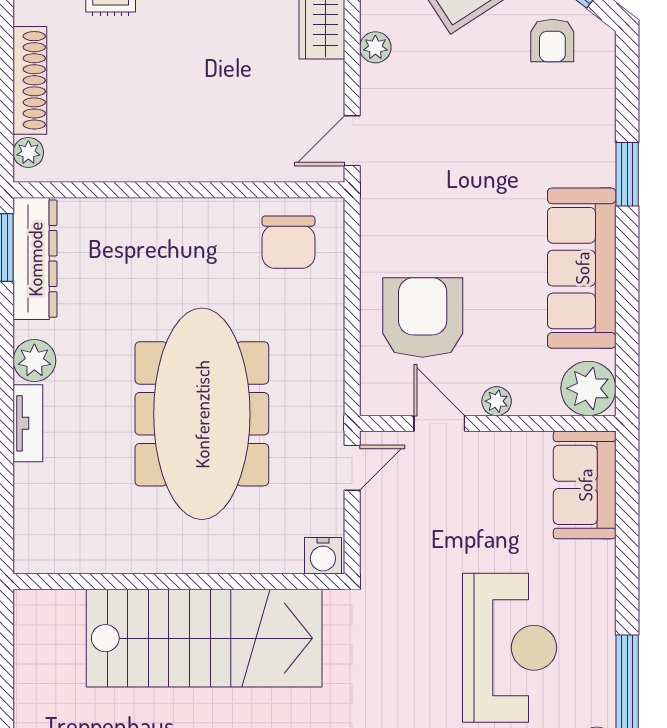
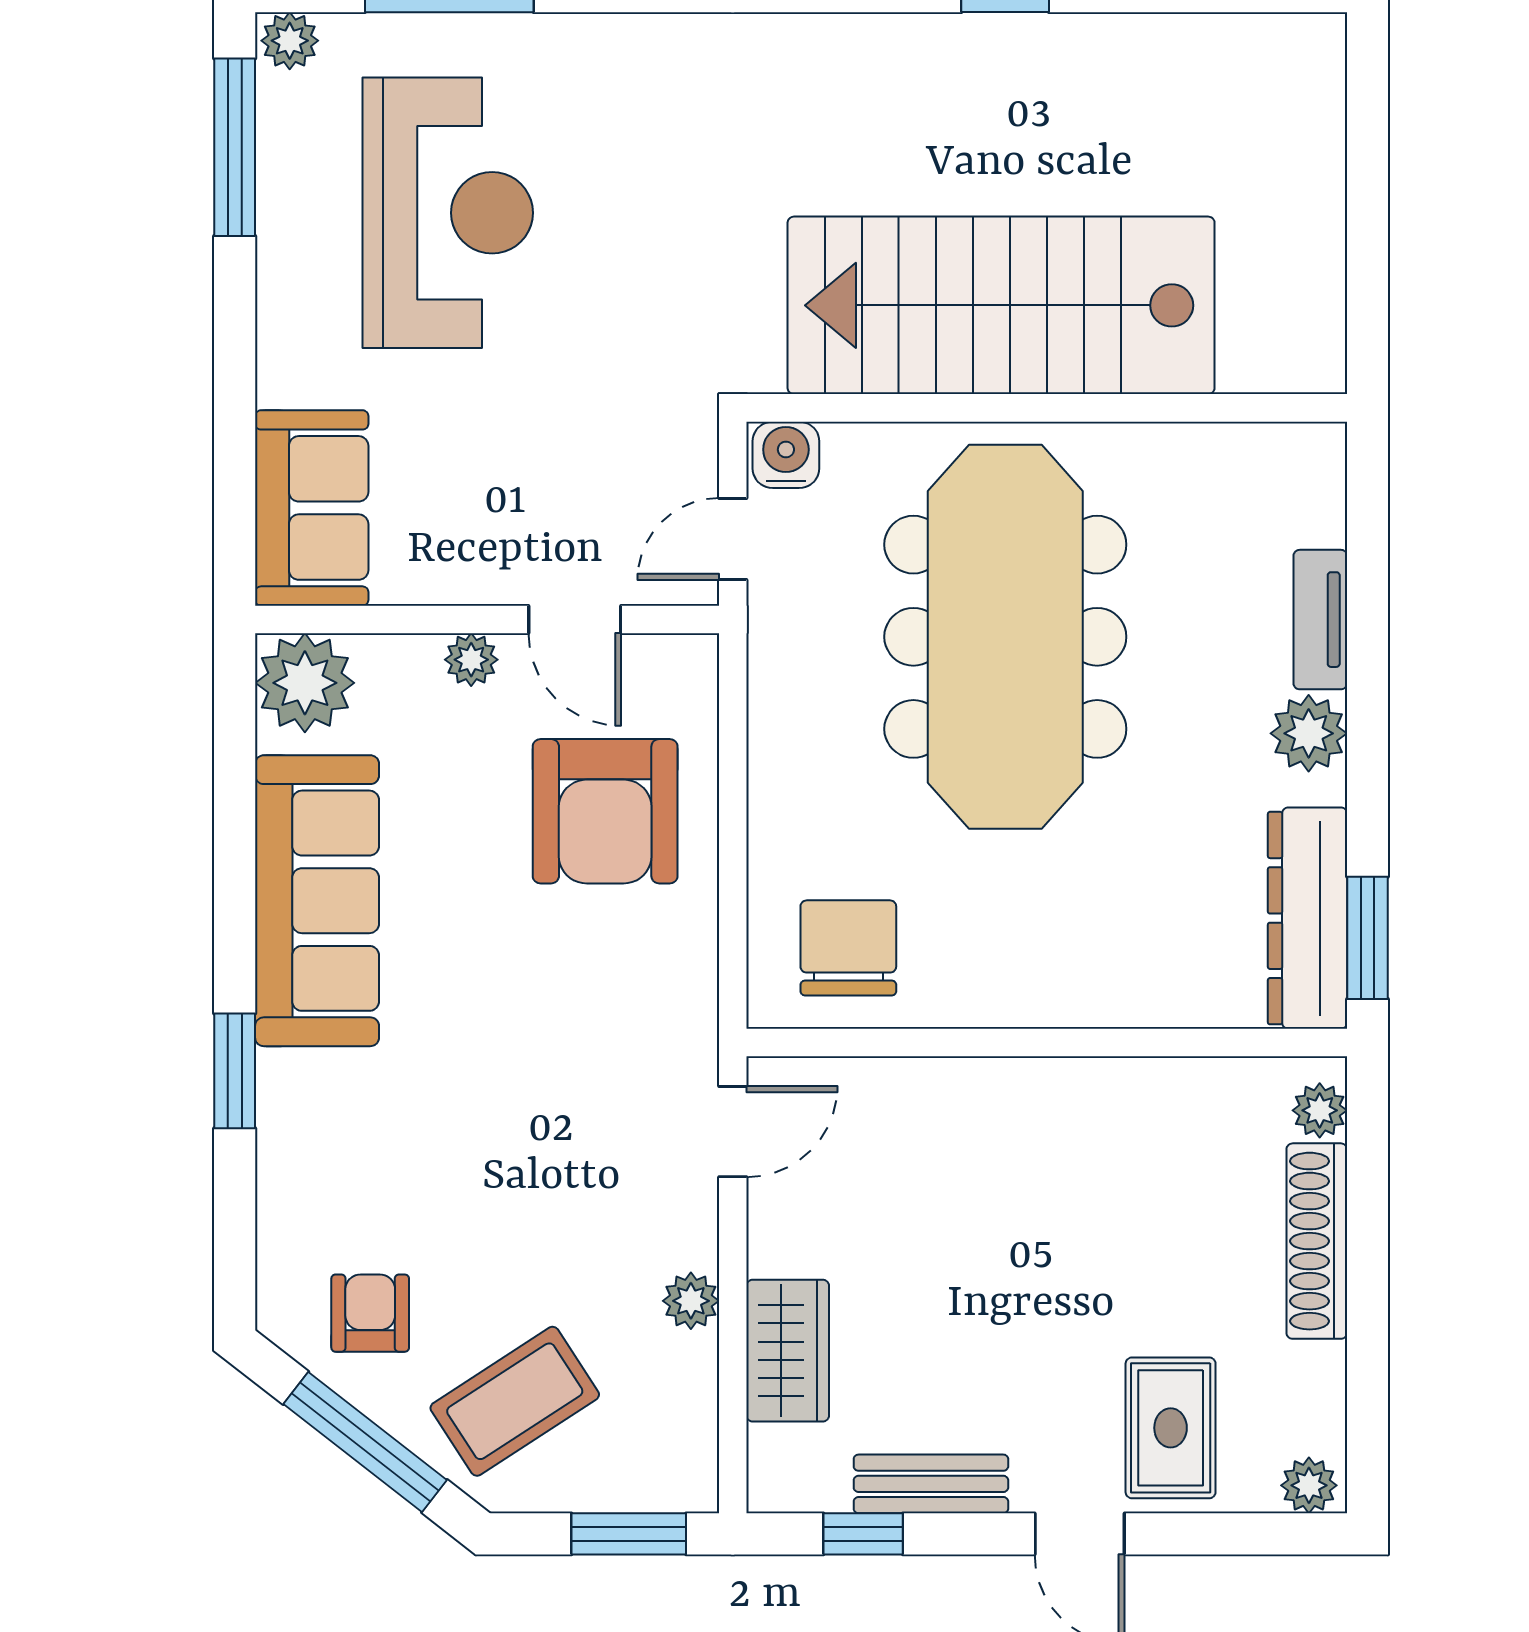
water cooler: (323, 556) -> (786, 455), moved
wall: (179, 582) -> (1047, 408), moved
stairs: (204, 638) -> (1001, 305), moved
reception desk: (510, 648) -> (448, 213), turned 180

